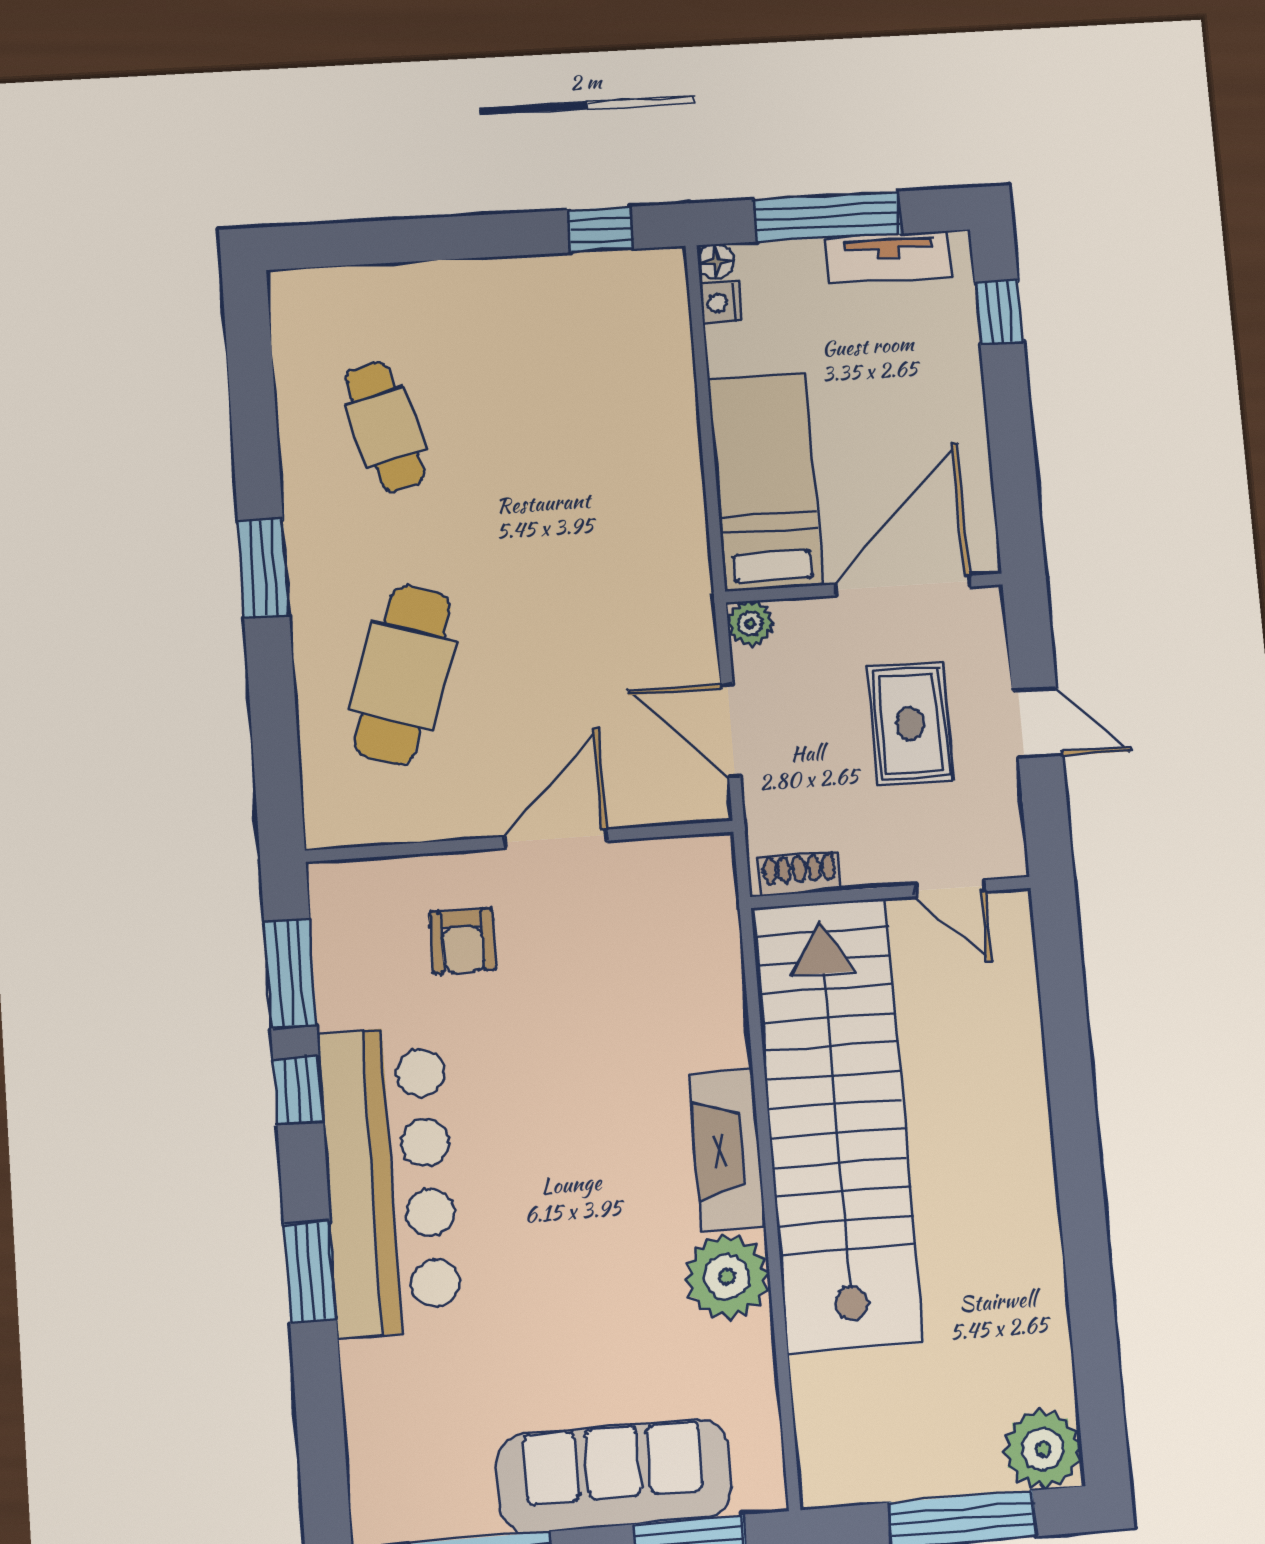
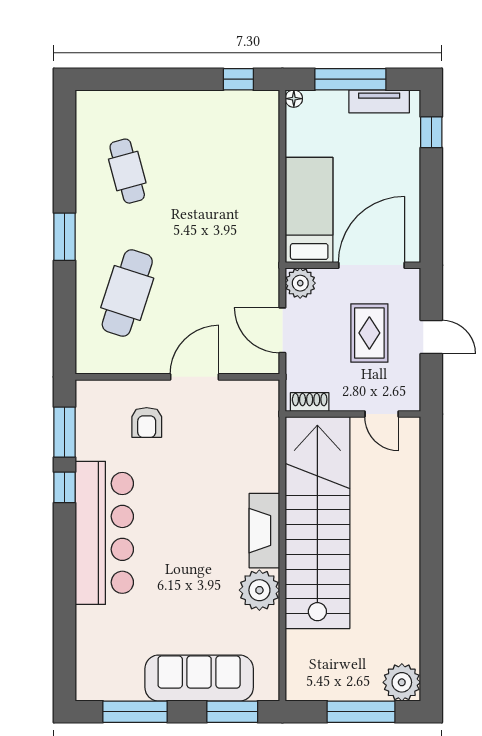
nightstand: (720, 303) -> (294, 119), removed
plant: (750, 623) -> (300, 283), width x1.38, depth x1.38
window: (310, 1272) -> (64, 572), removed

